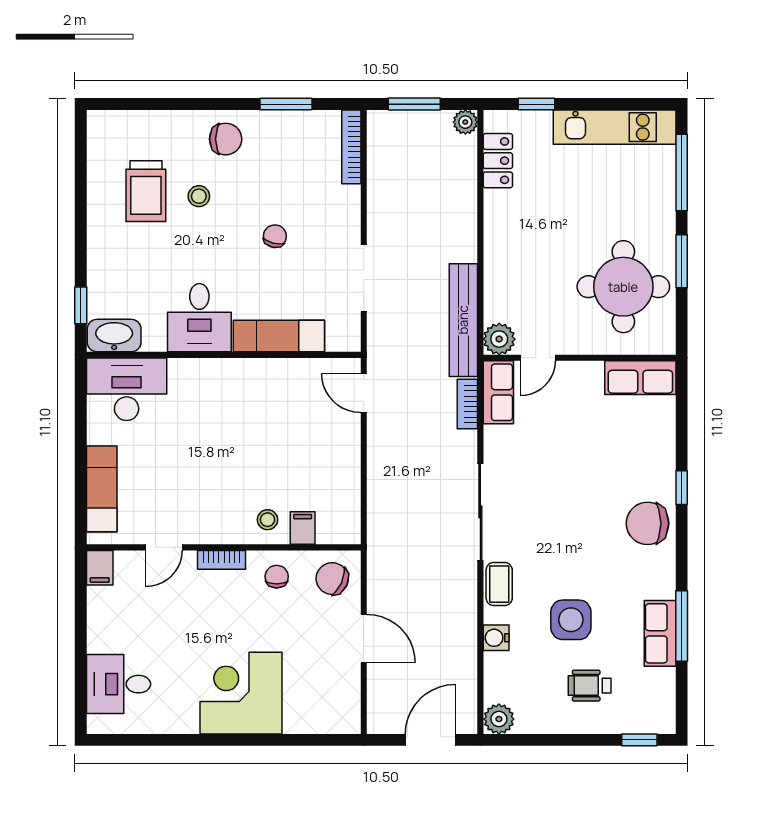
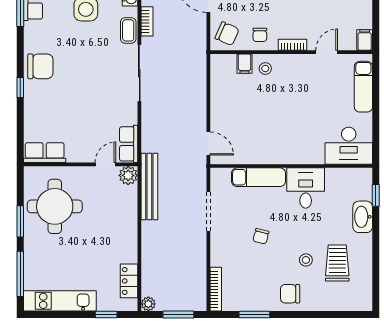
washbasin: (114, 336) -> (363, 217), moved, turned 90
bookcase: (467, 404) -> (147, 21), moved

